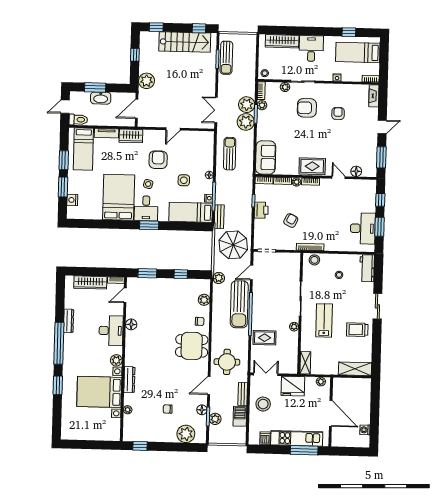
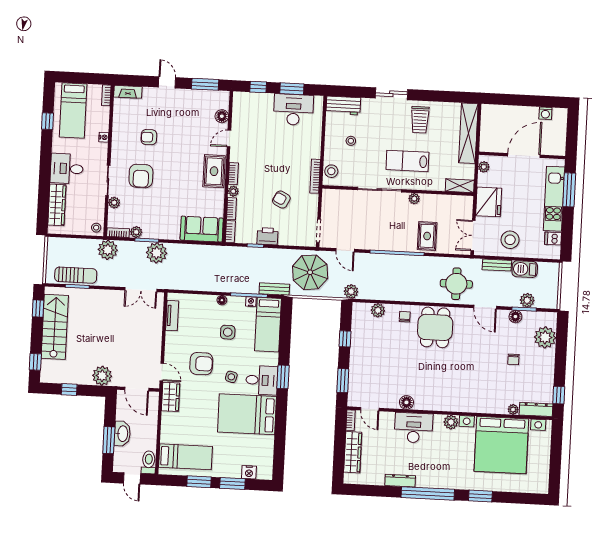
plant: (247, 105) -> (108, 250), moved
door: (173, 129) -> (162, 372), moved
tv unit: (107, 133) -> (172, 316), moved
sun lounger: (230, 154) -> (196, 274), removed
armchair: (158, 160) -> (201, 364), turned 180
sun lounger: (239, 304) -> (385, 267), removed
shelving: (355, 369) -> (468, 133), width x1.47
dresser: (129, 380) -> (536, 409), moved
bed with nightstands: (99, 392) -> (501, 445), width x1.36

